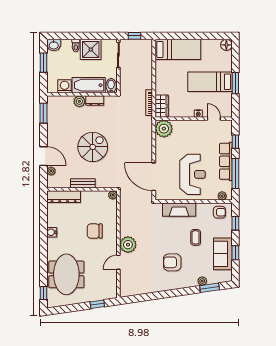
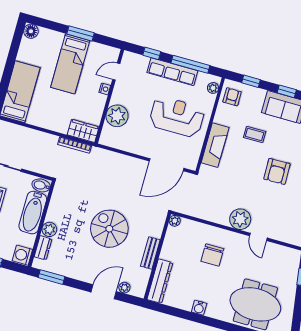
washing machine: (65, 86) -> (22, 255), moved
dresser: (95, 101) -> (43, 248), moved
plant: (164, 129) -> (117, 116), moved

